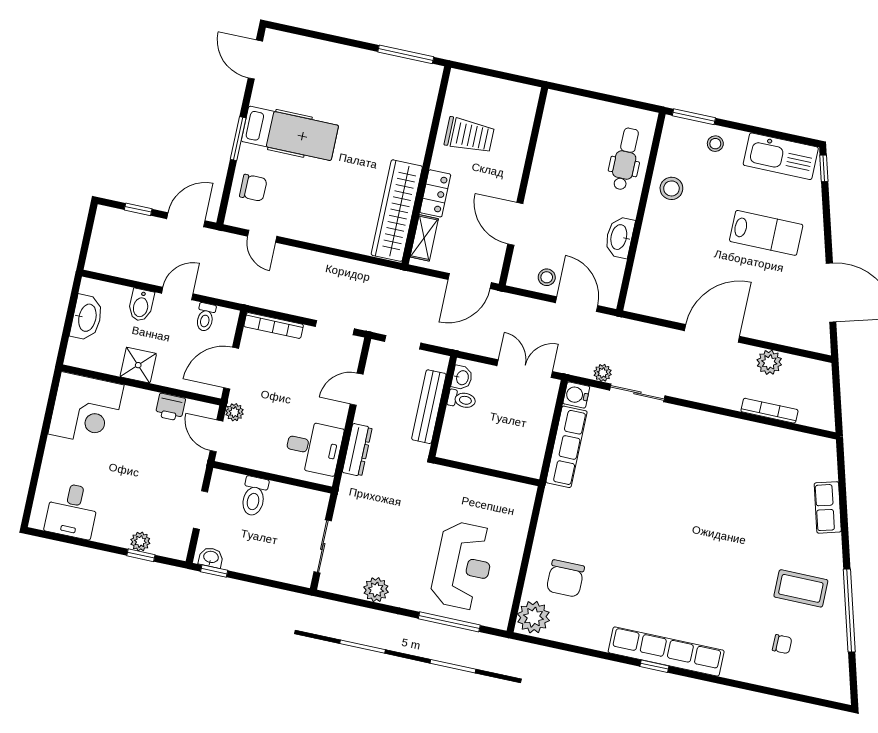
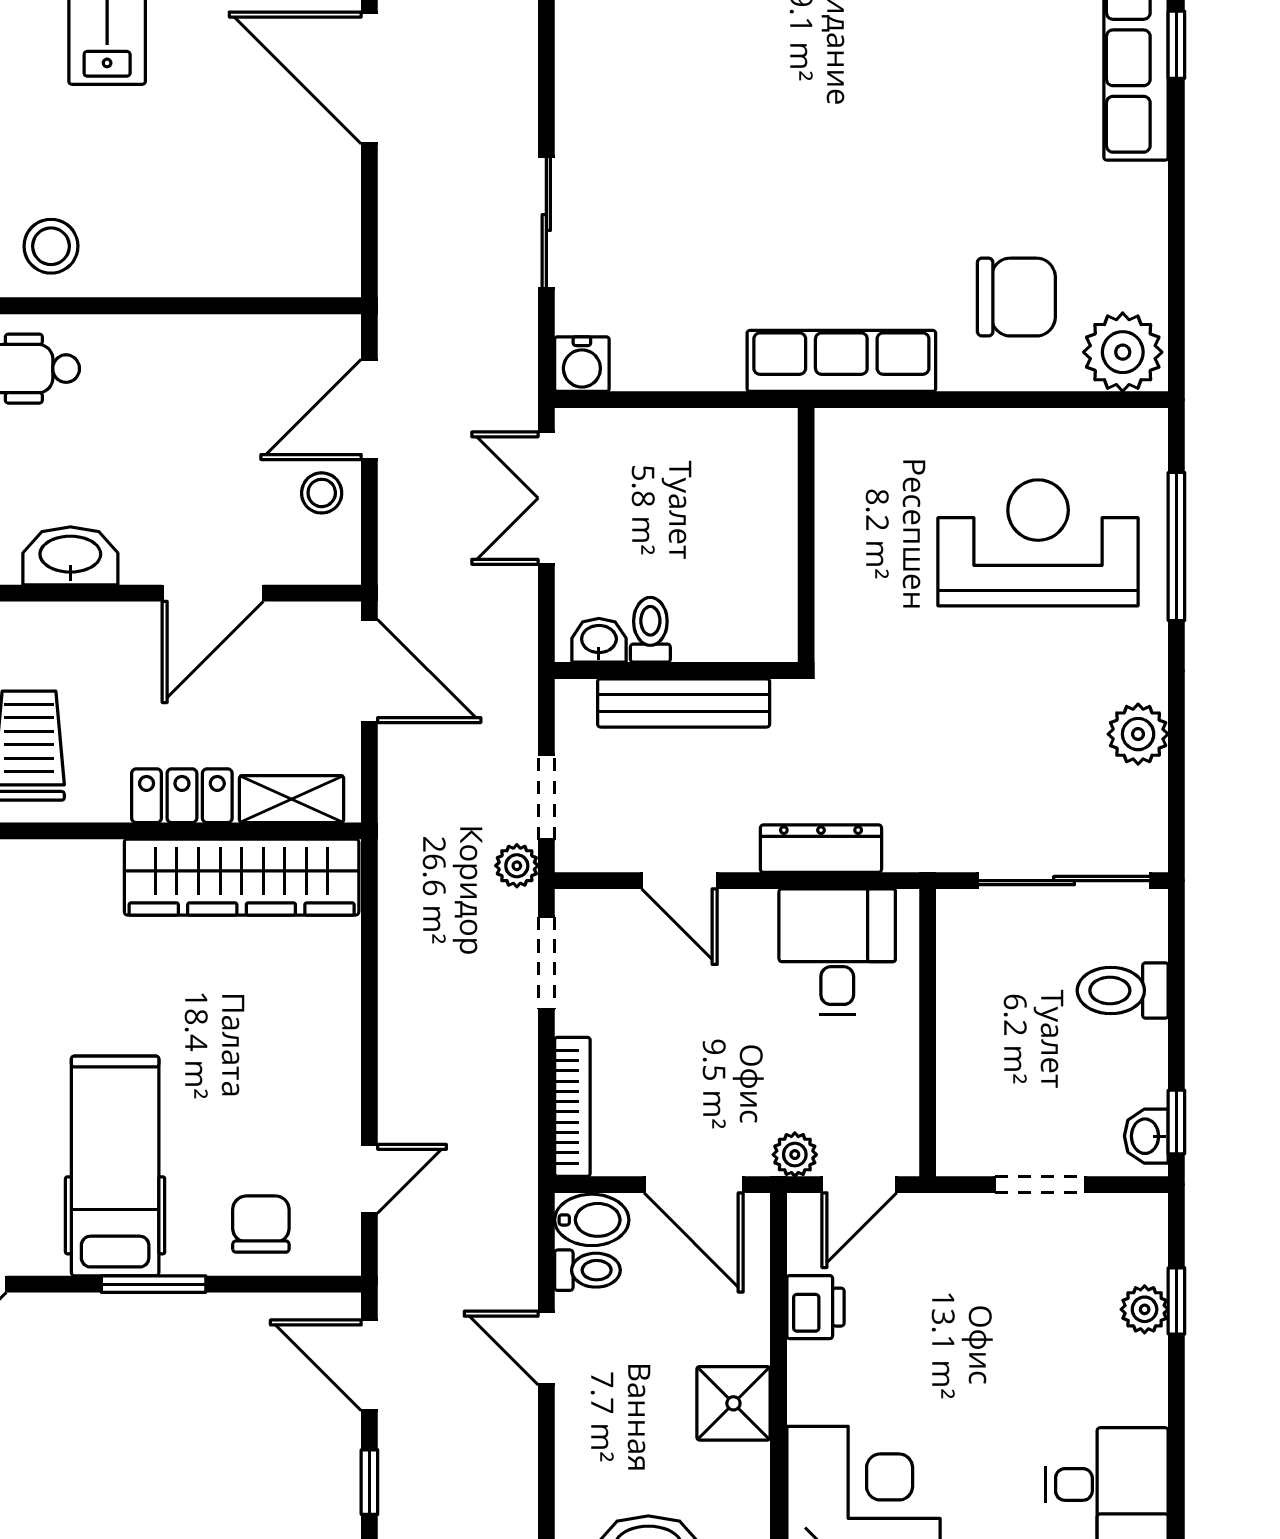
washbasin: (619, 237) -> (70, 556), moved, turned 180
bidet: (141, 305) -> (592, 1220), moved
plant: (603, 373) -> (517, 866), moved
row of seats: (567, 447) -> (841, 361), moved
toilet: (254, 496) -> (1123, 991), moved, turned 180
sliding door: (323, 546) -> (1064, 881), width x1.37

